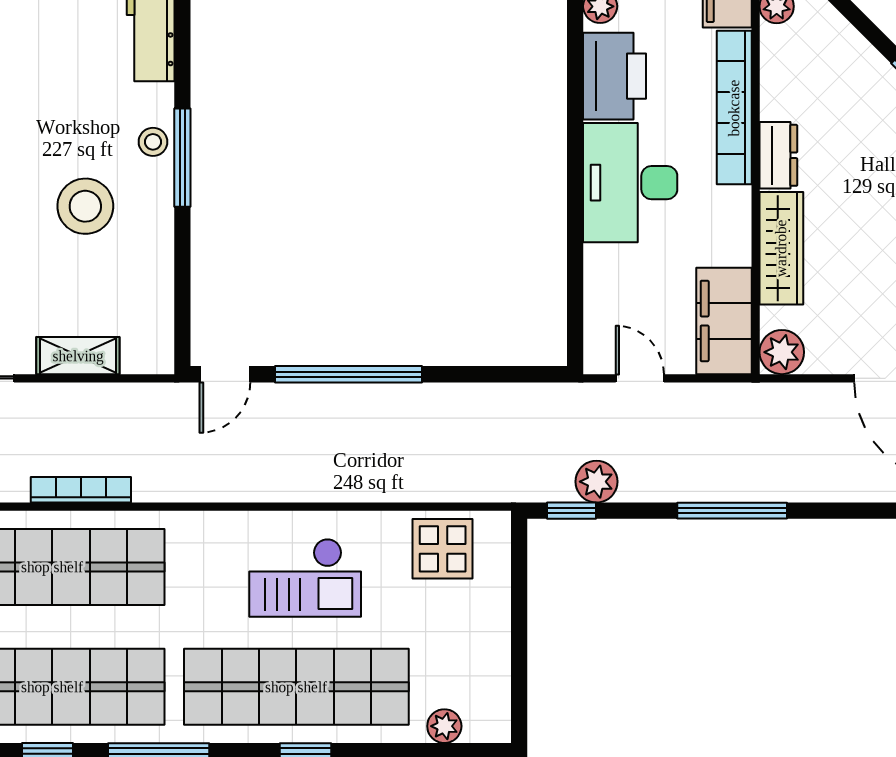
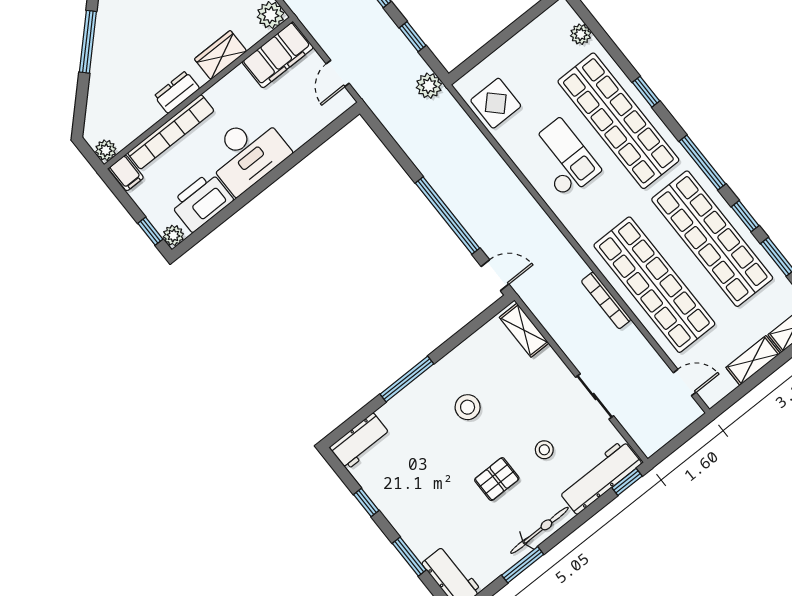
stool: (153, 142) -> (411, 399), removed
stool: (85, 206) -> (468, 407), width x0.73, depth x0.73
wardrobe: (781, 248) -> (221, 55), width x0.67
shelving: (78, 356) -> (524, 330), moved
plant: (596, 482) -> (429, 86), moved
window: (572, 511) -> (413, 37), moved

